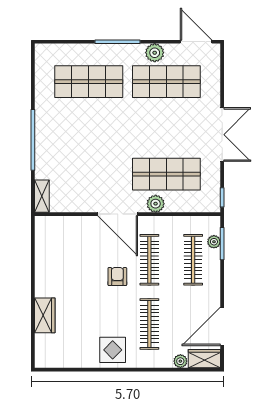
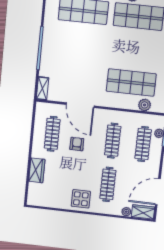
plant: (156, 204) -> (145, 105), moved
door: (118, 214) -> (80, 105), moved
clothes rail: (62, 260) -> (52, 134), added
armchair: (117, 277) -> (77, 144), moved

